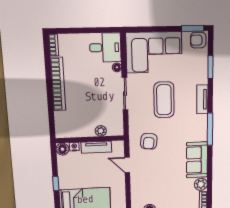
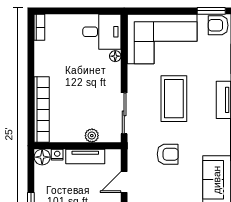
bookcase: (58, 84) -> (42, 110), moved
sliding door: (125, 94) -> (124, 113), moved
armchair: (149, 141) -> (168, 154), moved, turned -96
door: (127, 165) -> (124, 182), hinge flipped

